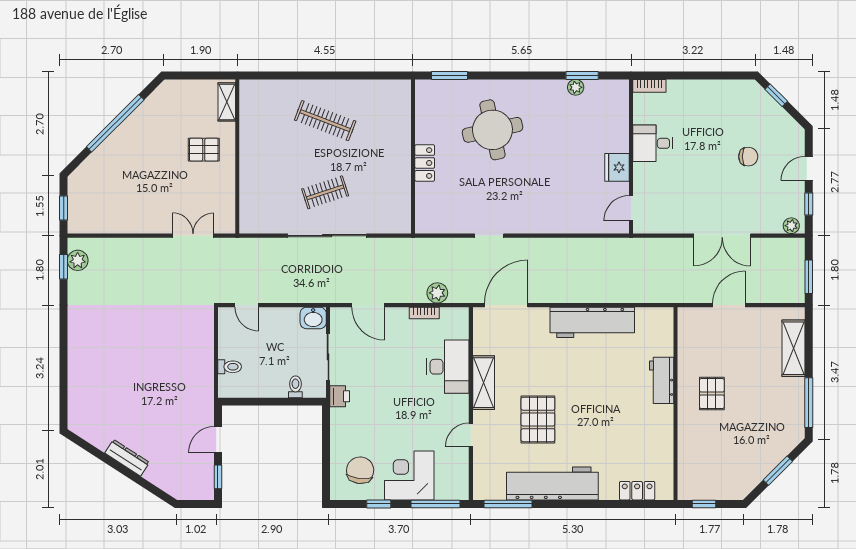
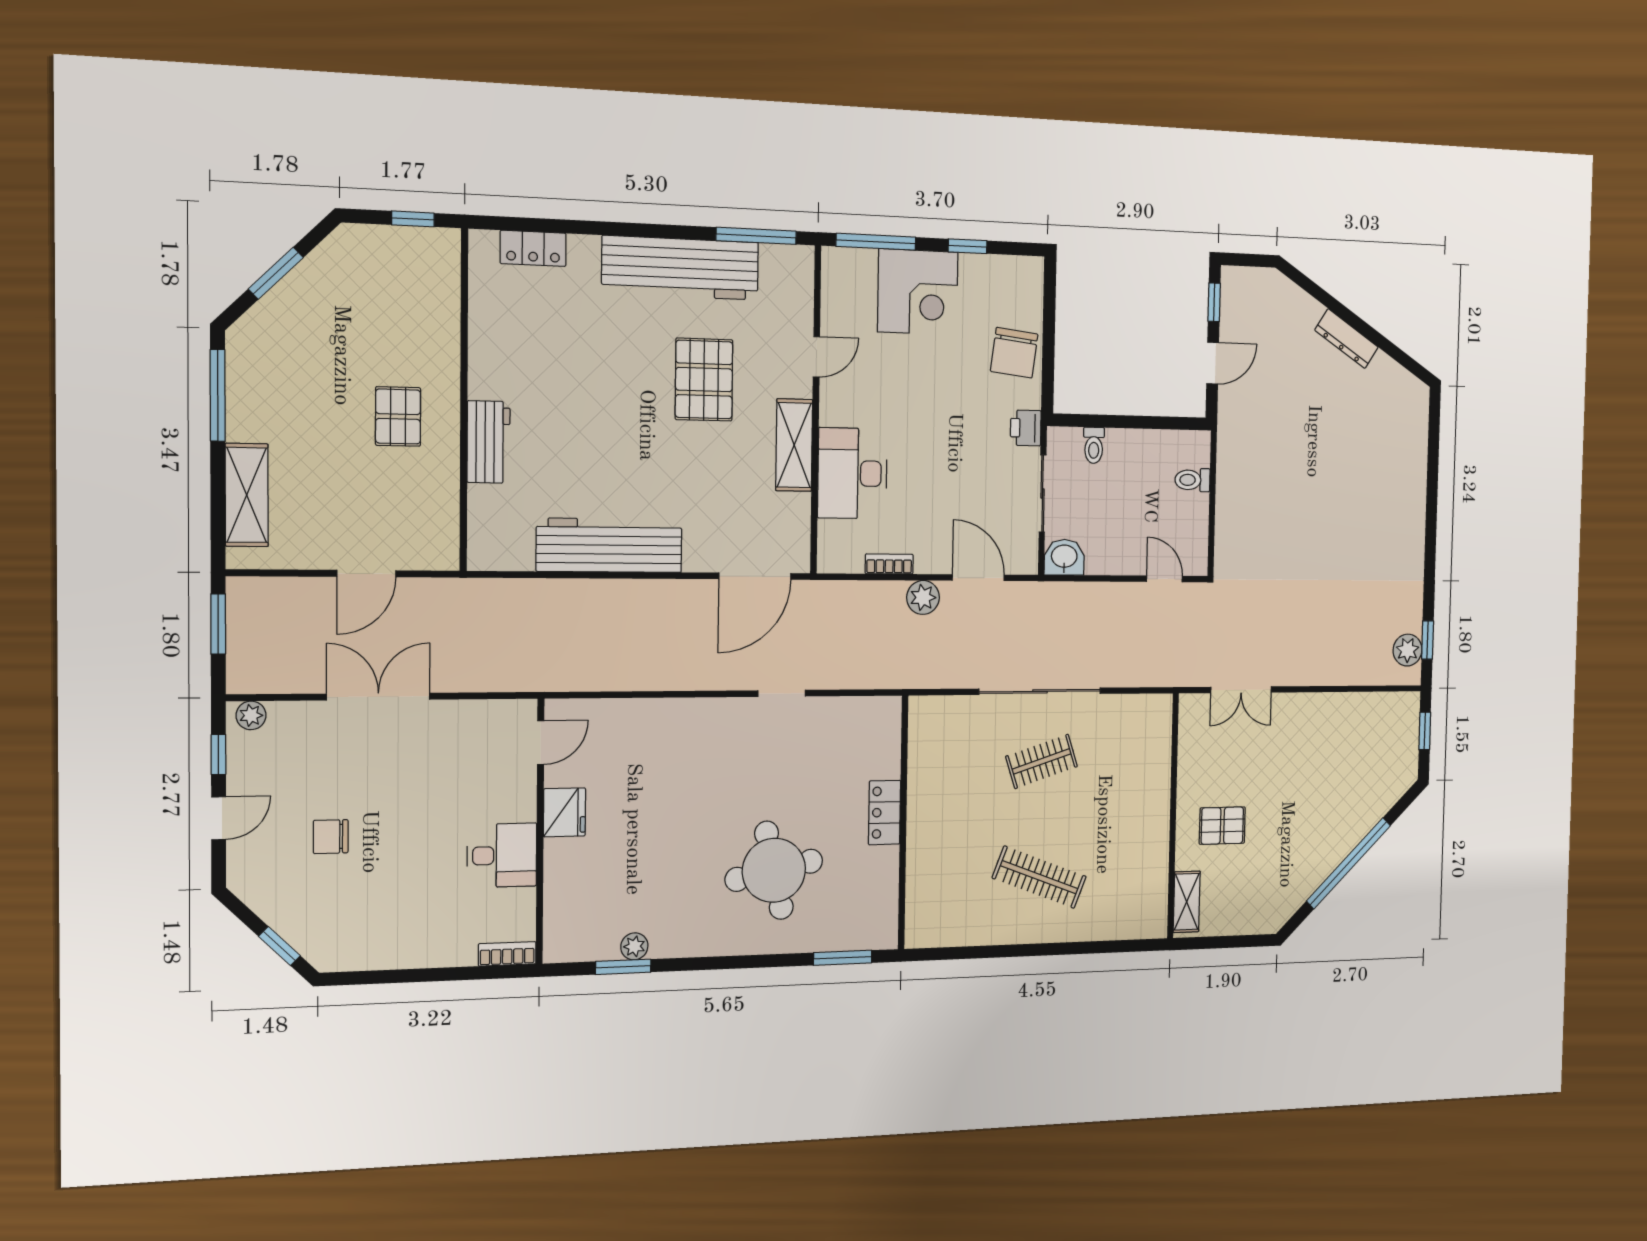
plant: (437, 293) -> (923, 597), moved
chair: (360, 470) -> (1014, 353), moved

